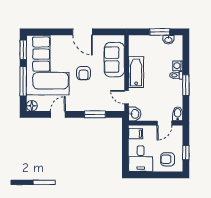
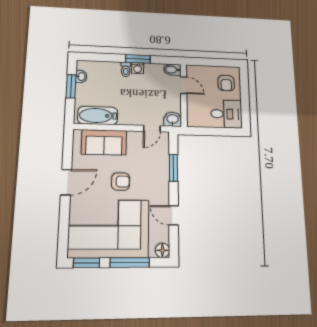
washing machine: (178, 66) -> (138, 68), moved
bathtub: (136, 72) -> (98, 116), moved
filing cabinet: (136, 134) -> (197, 119), removed
window: (186, 153) -> (218, 63), removed

